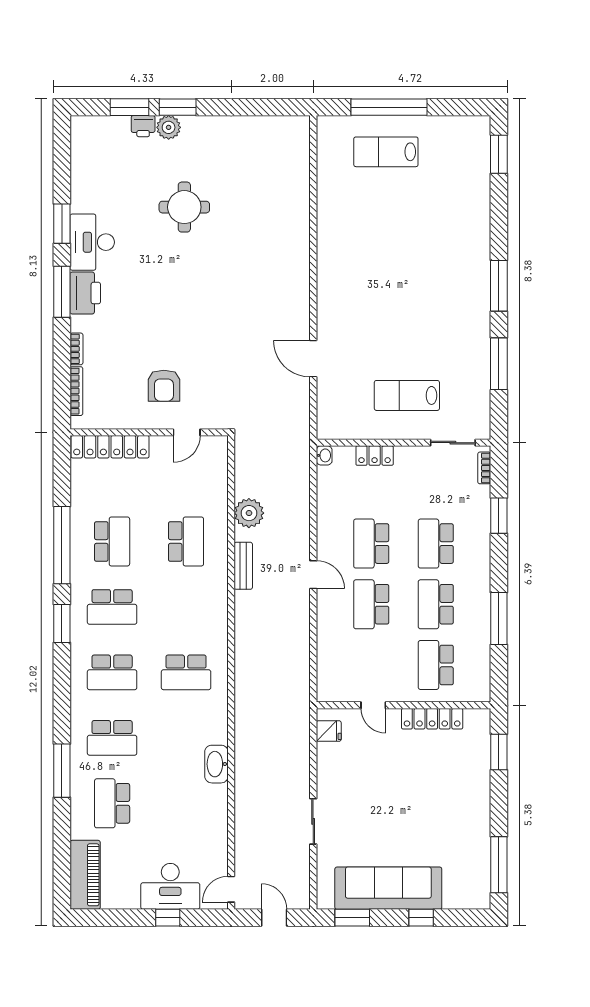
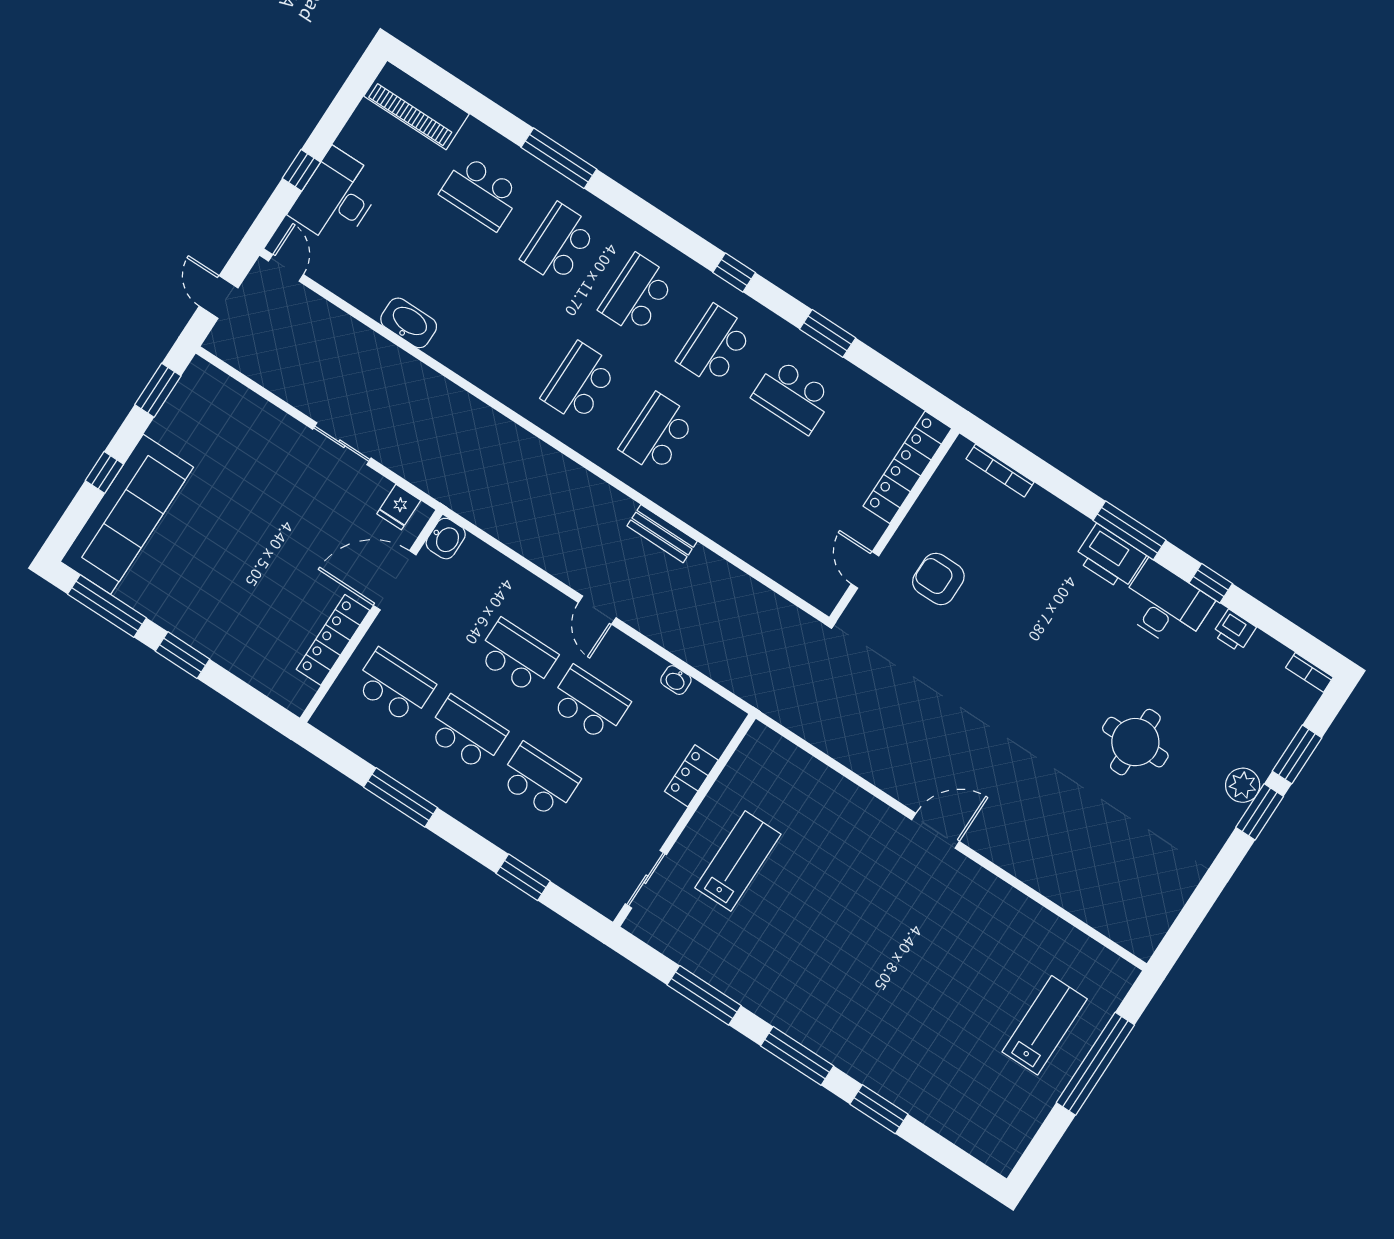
printer: (143, 126) -> (1234, 631), moved, turned -90
window: (499, 154) -> (879, 1109), moved
window: (62, 224) -> (1211, 583), width x0.67
bookcase: (76, 349) -> (1309, 672), moved
door: (313, 359) -> (935, 831), moved
washbasin: (324, 455) -> (676, 680), moved
bookcase: (484, 468) -> (591, 897), removed
plant: (249, 513) -> (720, 581), removed
school desk: (186, 541) -> (657, 433), moved, turned 90
window: (62, 545) -> (828, 333), width x0.47
door: (313, 575) -> (597, 610), hinge flipped
window: (62, 624) -> (734, 273), width x0.67
washbasin: (329, 691) -> (446, 539), added
door: (373, 705) -> (395, 580), width x1.87
window: (499, 752) -> (182, 655), moved
washbasin: (216, 764) -> (409, 323), moved
school desk: (112, 803) -> (481, 193), turned 180
sliding door: (313, 821) -> (342, 444), moved
sofa: (388, 888) -> (127, 514), moved
door: (274, 918) -> (219, 297), swing flipped

